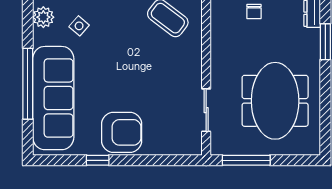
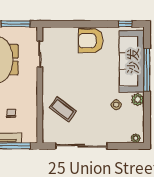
plant: (43, 17) -> (138, 100), moved
window: (98, 160) -> (125, 24), moved

